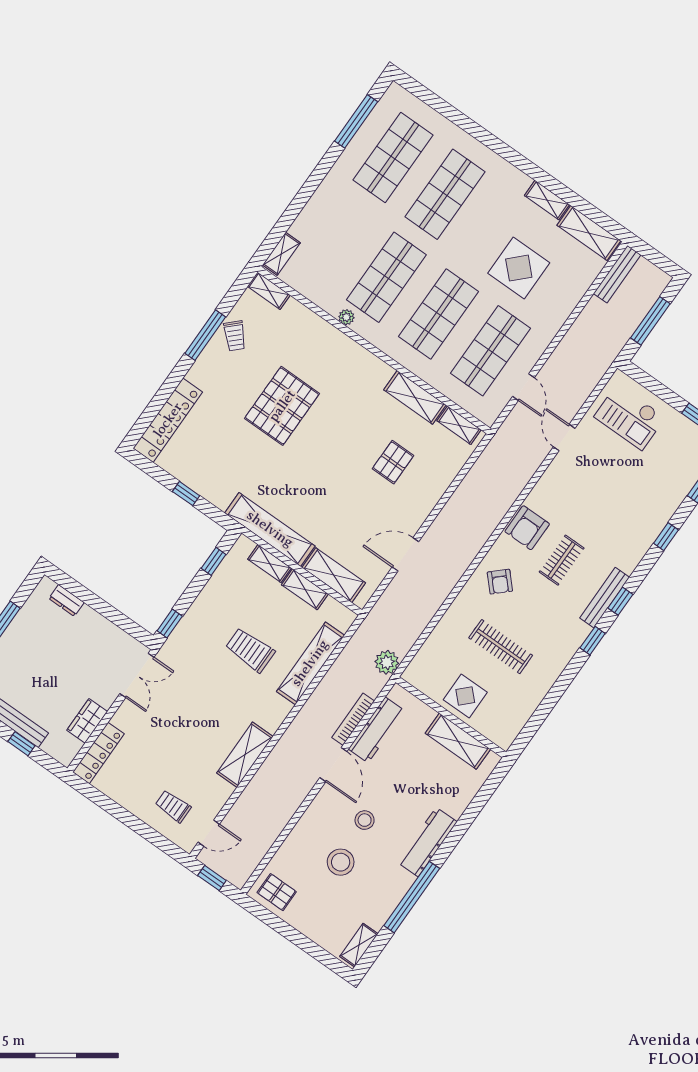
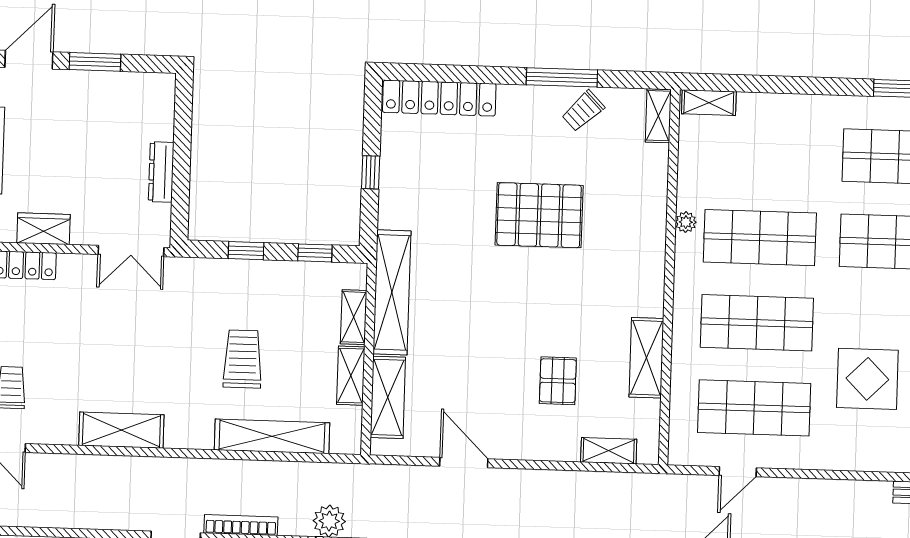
shelving: (459, 425) -> (609, 451), moved, turned 90
pallet: (393, 462) -> (558, 381), turned 90
dresser: (66, 600) -> (161, 172), moved, width x1.44
window: (170, 623) -> (246, 251), moved

